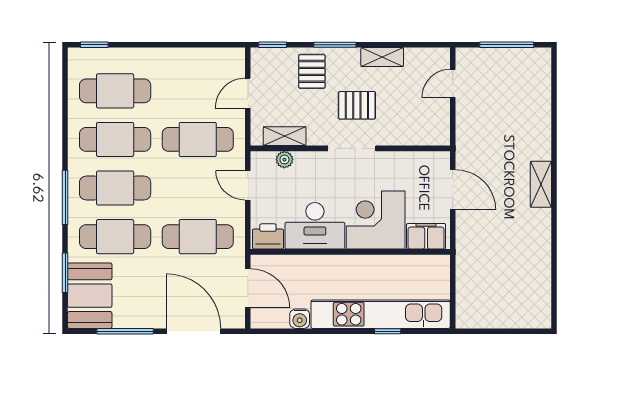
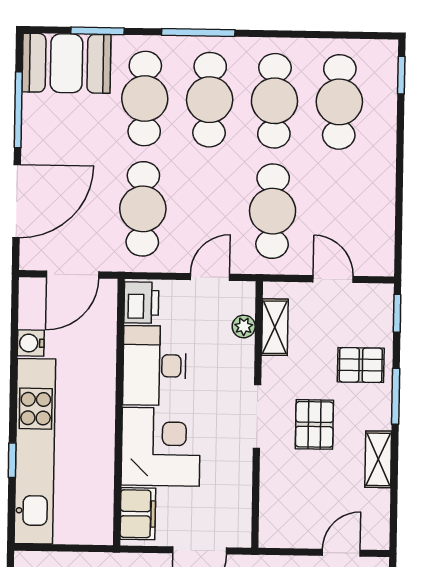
door: (453, 83) -> (341, 553), hinge flipped

